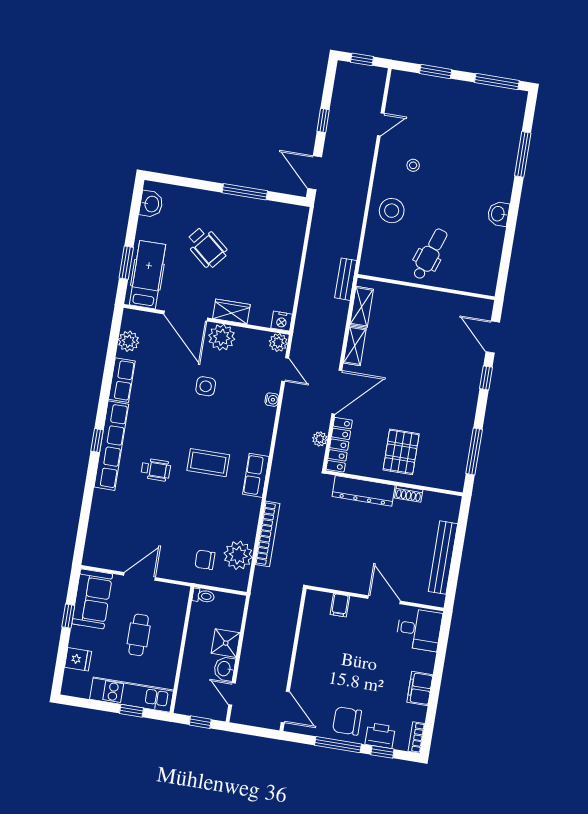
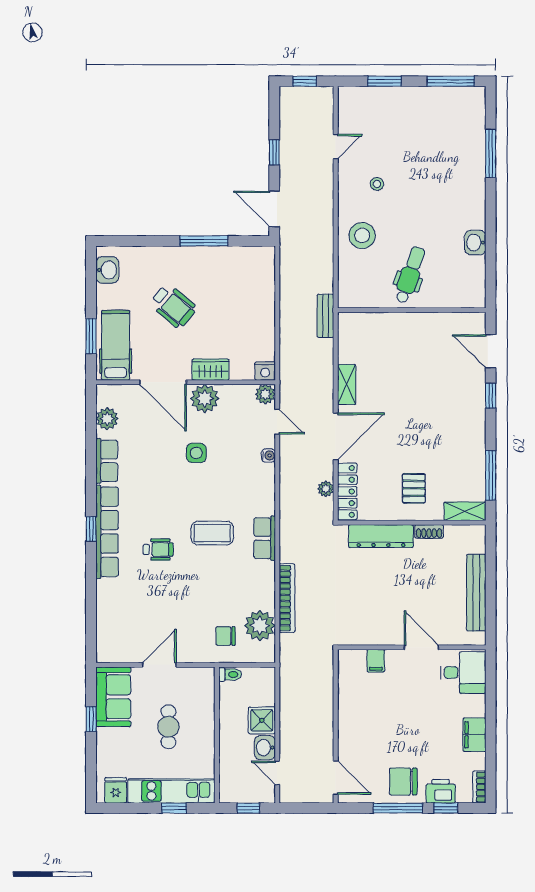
washbasin: (498, 214) -> (475, 243), moved
shelving: (362, 307) -> (465, 511), moved, turned 90
pallet: (401, 452) -> (414, 488), width x0.67, depth x0.71
fridge: (78, 659) -> (116, 790), moved, turned -90

